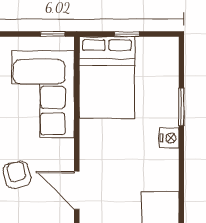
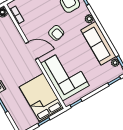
door: (77, 190) -> (32, 51), moved

